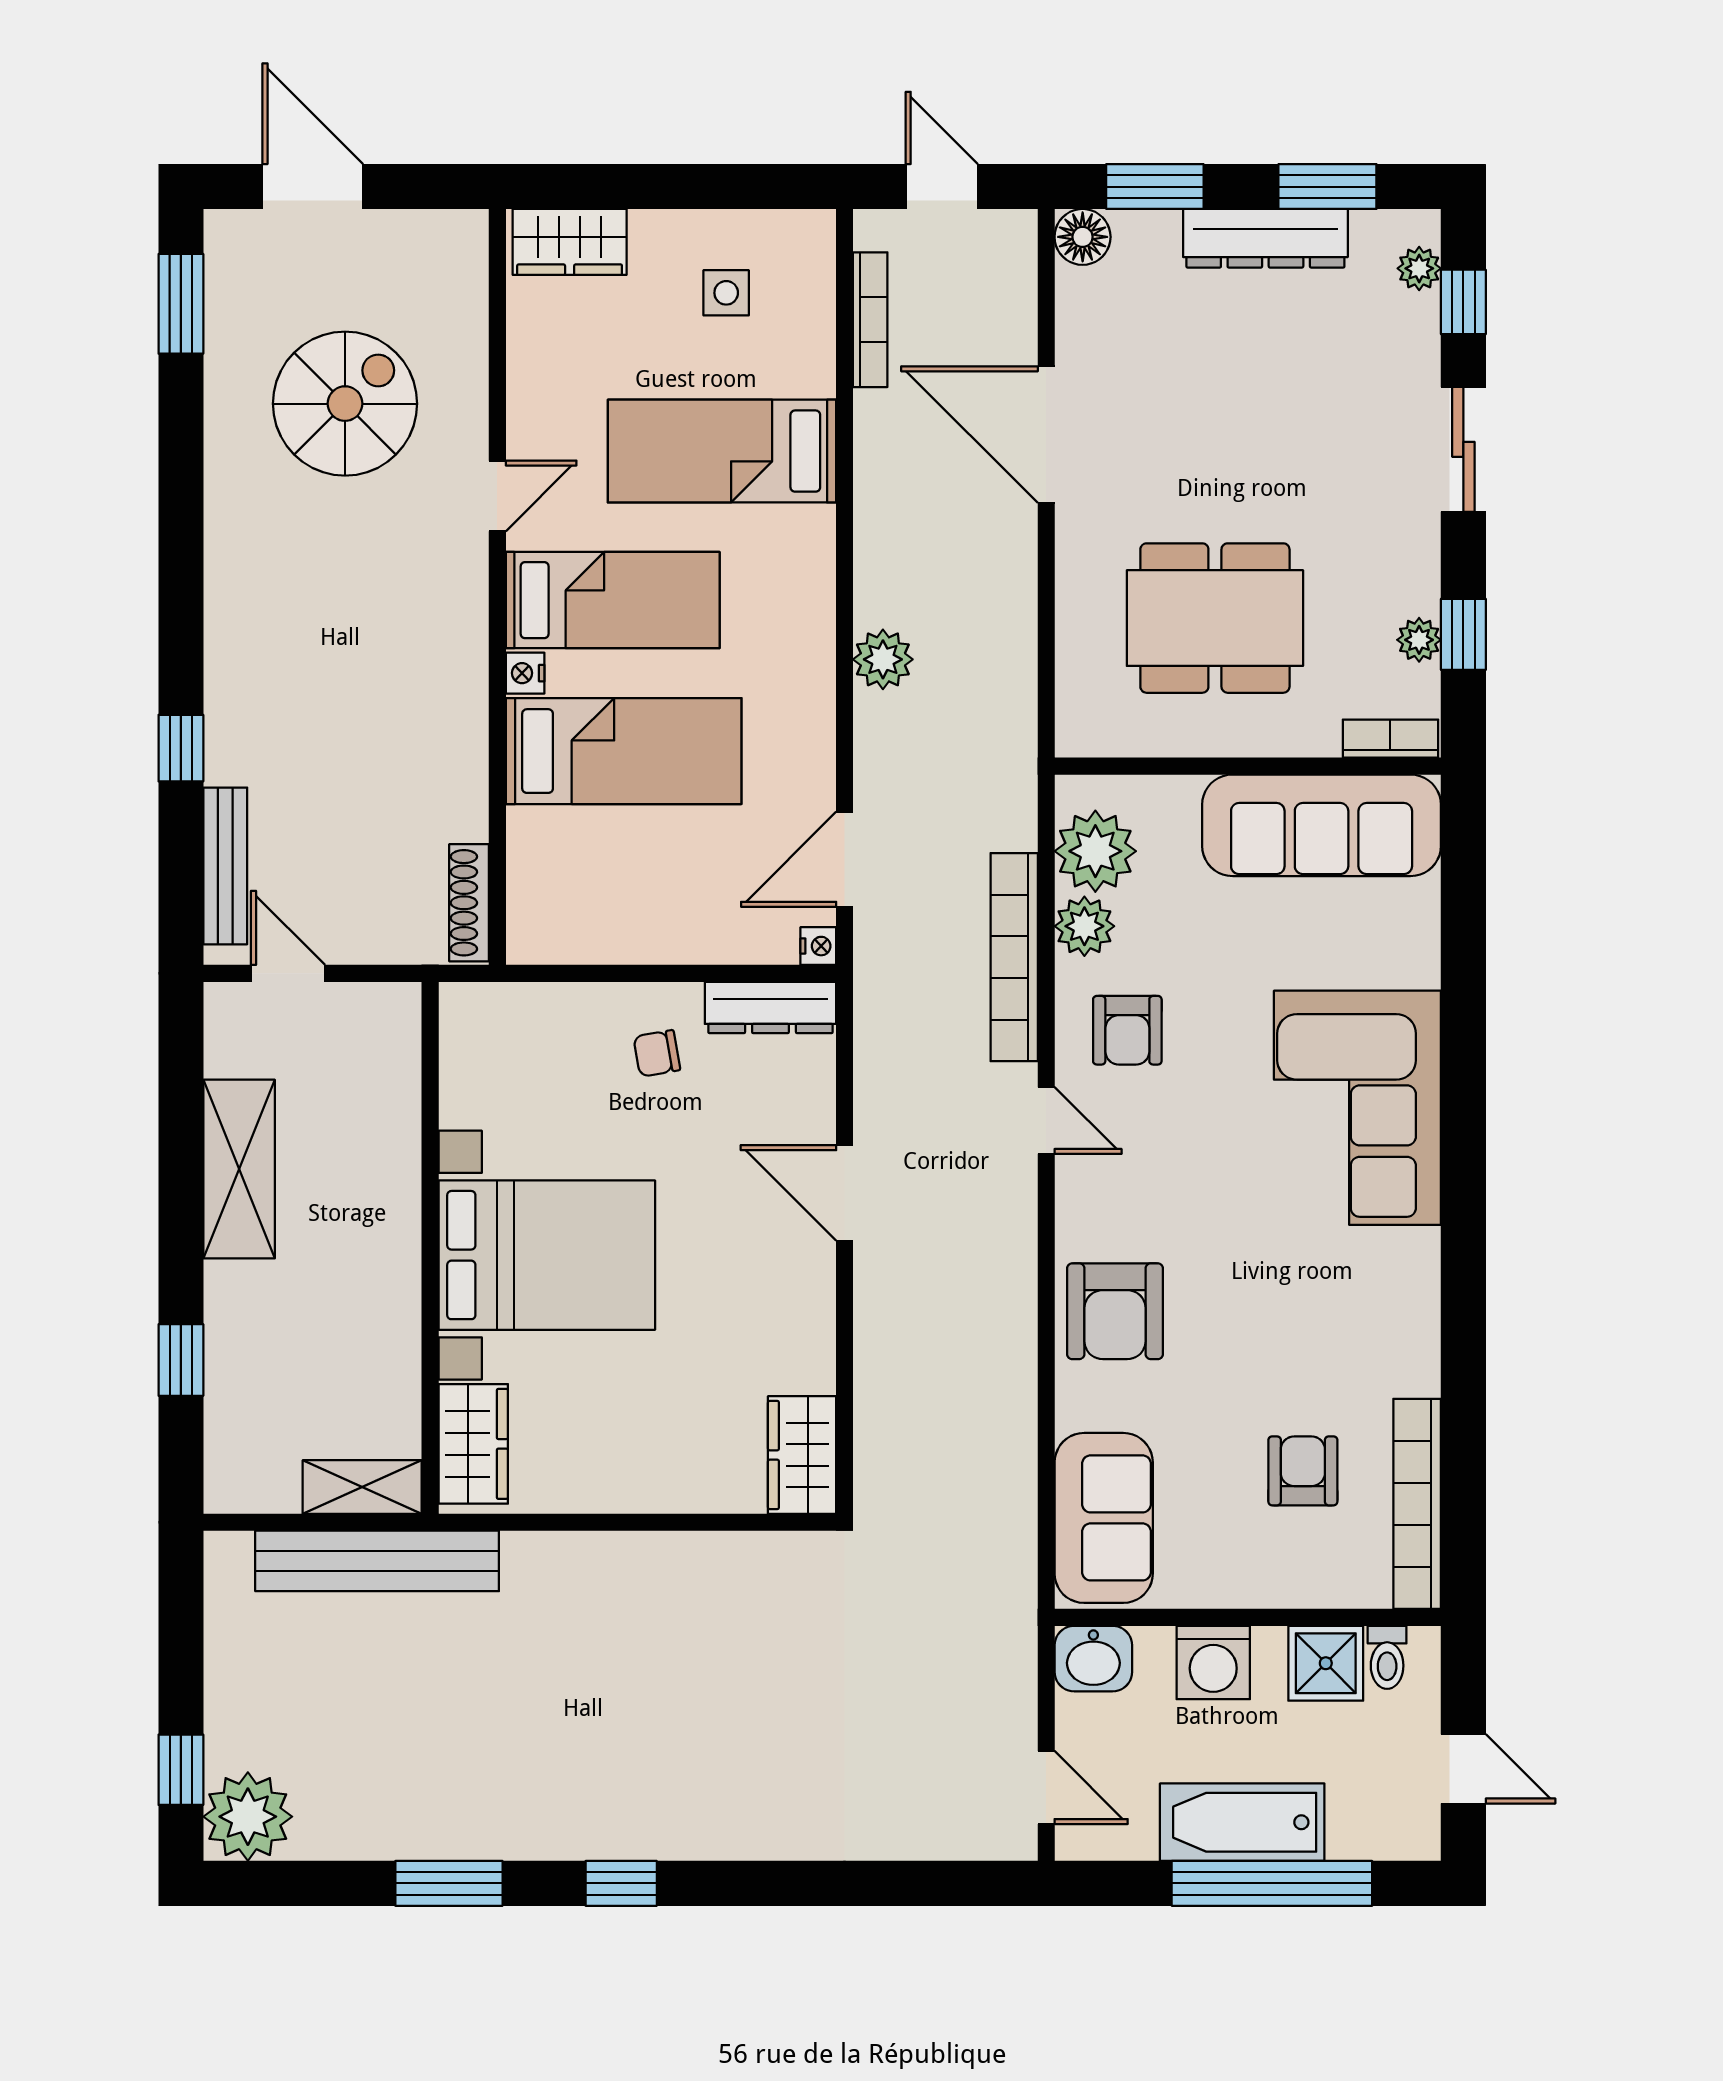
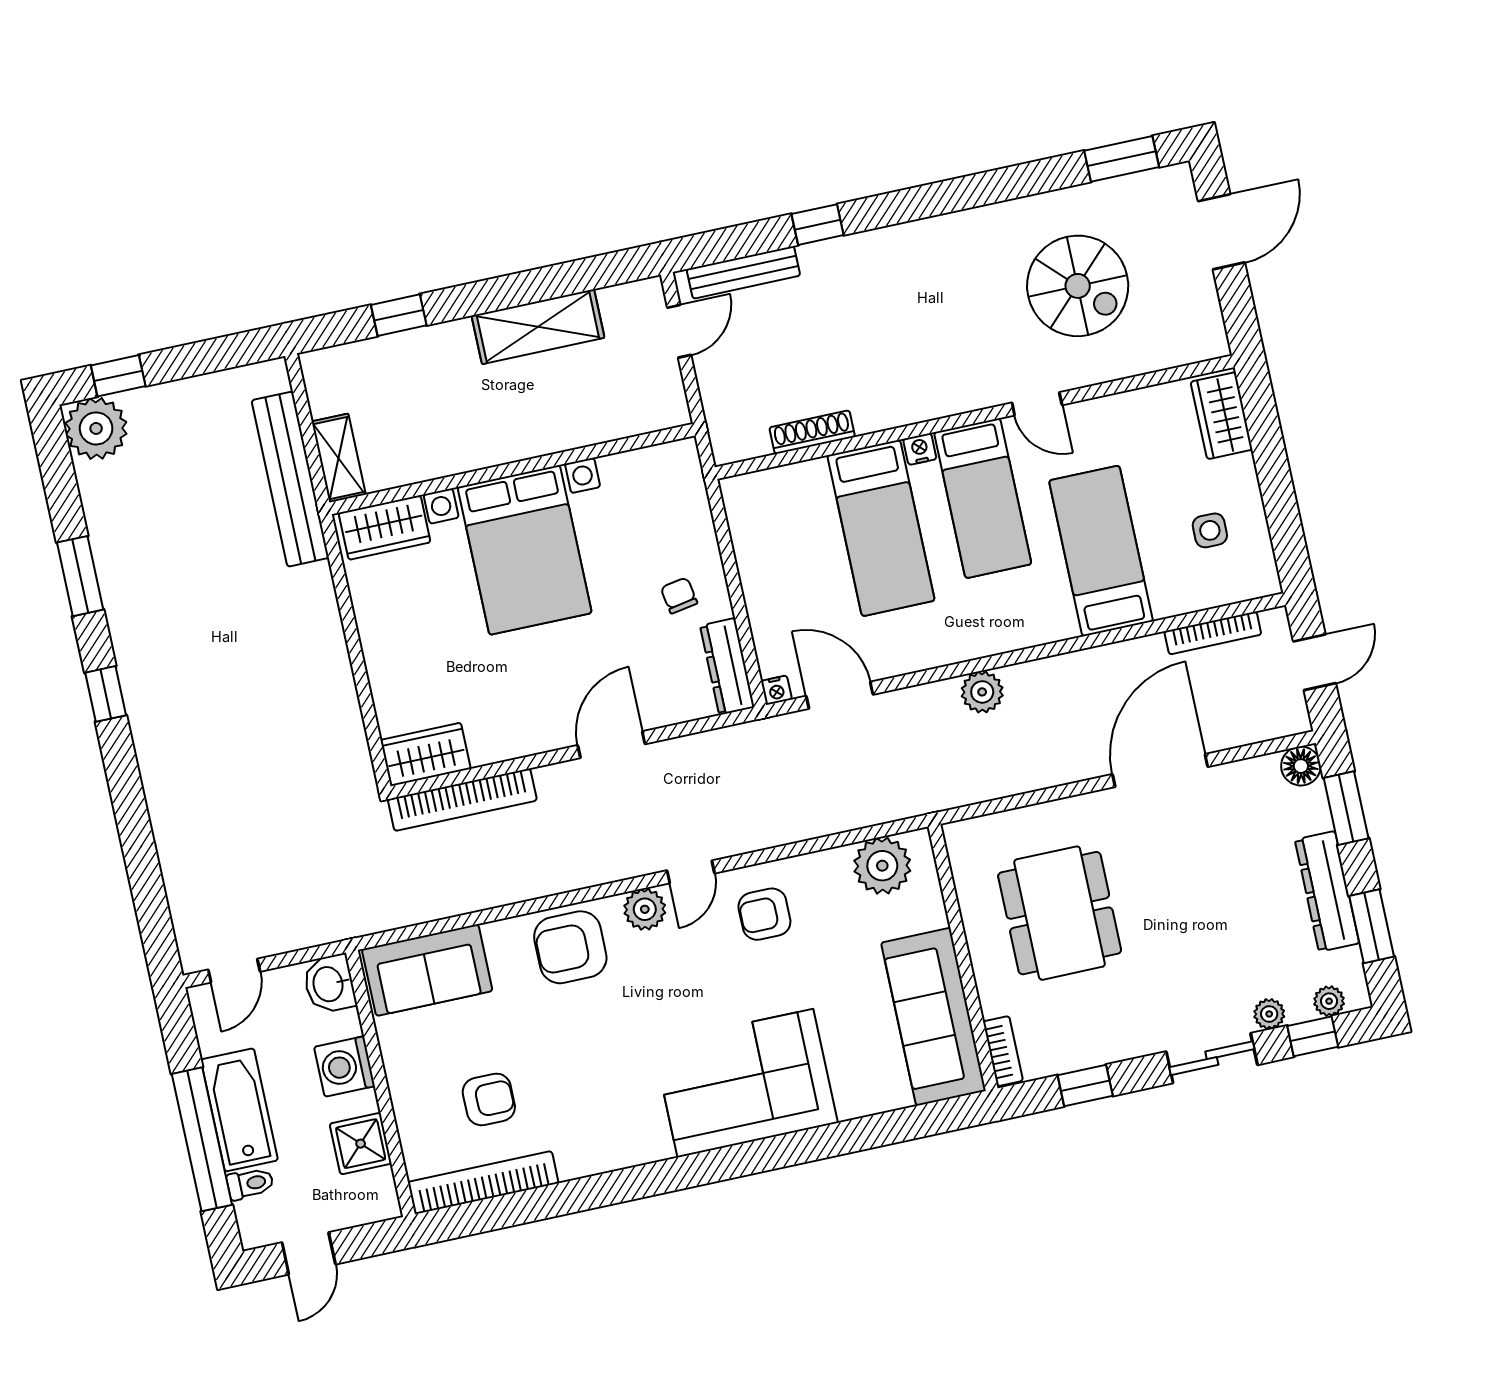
plant: (1419, 640) -> (1269, 1014), moved
shoe rack: (469, 903) -> (812, 432), moved
plant: (1084, 926) -> (645, 909), moved
bookcase: (1014, 957) -> (462, 800), moved, turned 180
toilet: (1387, 1657) -> (250, 1184), moved, turned 180

